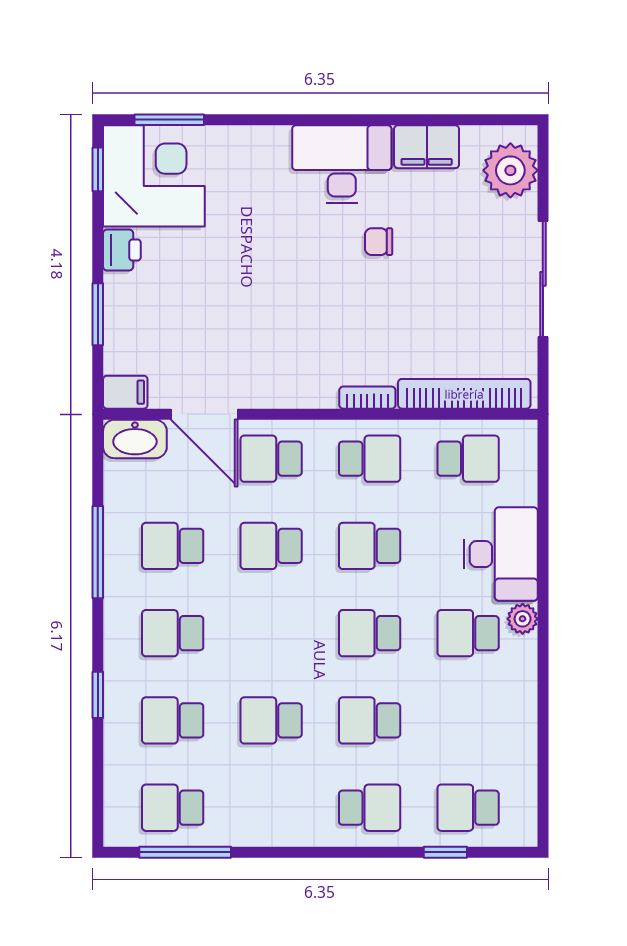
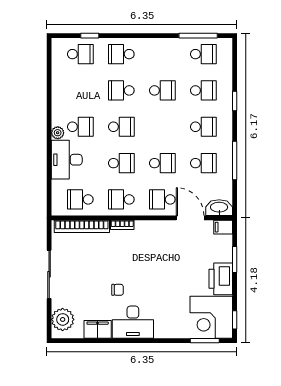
printer: (122, 250) -> (221, 279), width x1.87, depth x1.48
school desk: (271, 459) -> (162, 199), turned 180
school desk: (370, 720) -> (121, 90), turned 180

